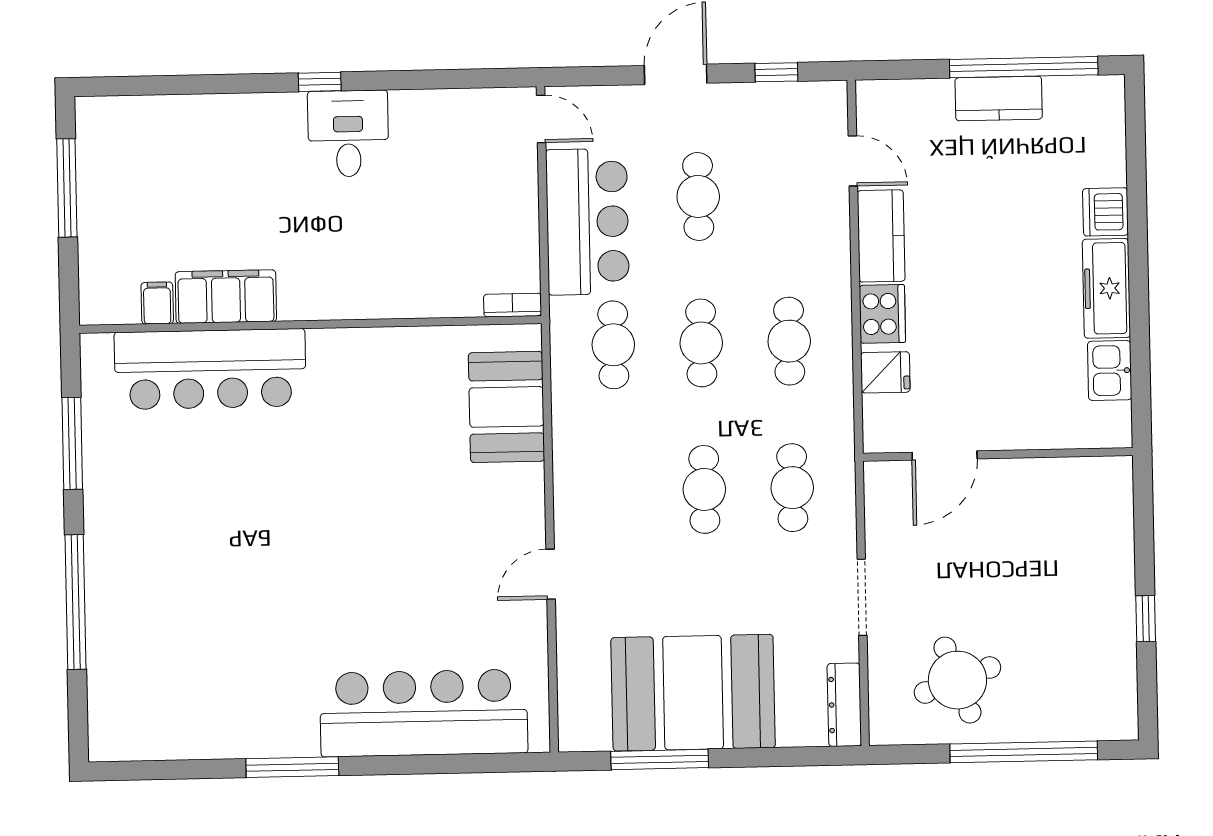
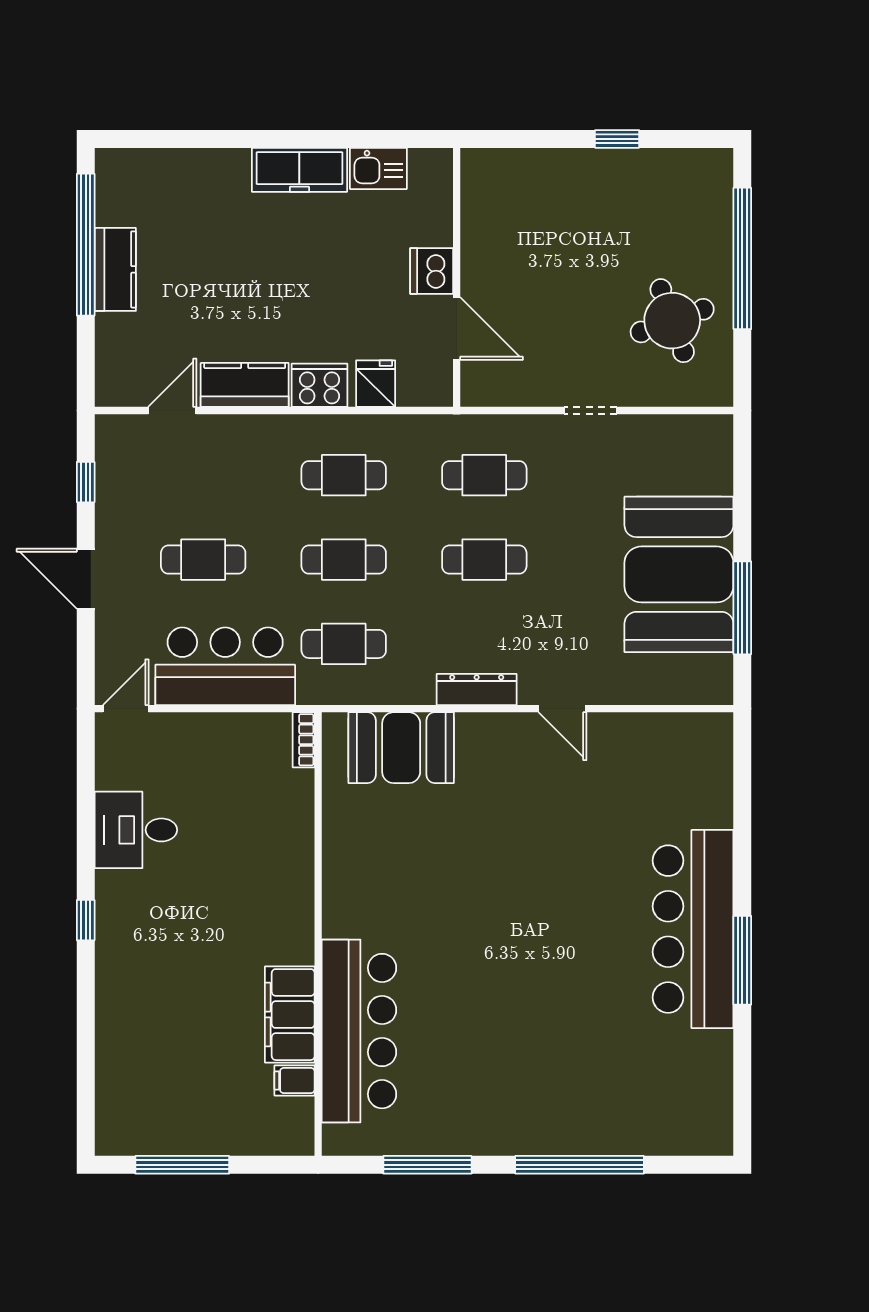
desk: (348, 134) -> (136, 830), moved
dishwasher: (1105, 212) -> (432, 271), moved, turned 90
doorway: (862, 597) -> (591, 410), width x0.73
dresser: (844, 705) -> (477, 689), moved, turned 180
bar counter: (424, 713) -> (693, 929), moved

